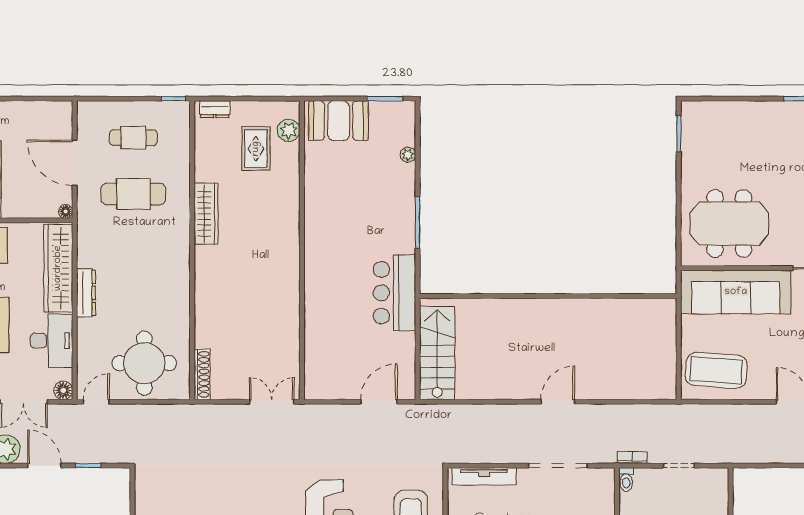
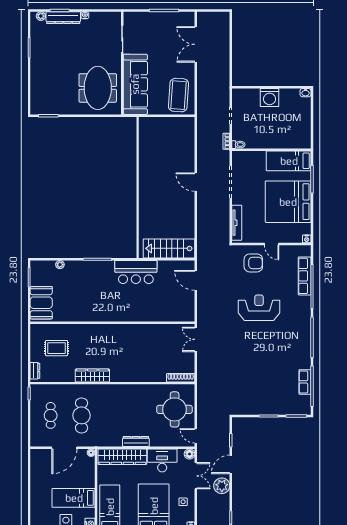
plant: (289, 130) -> (47, 330), removed

